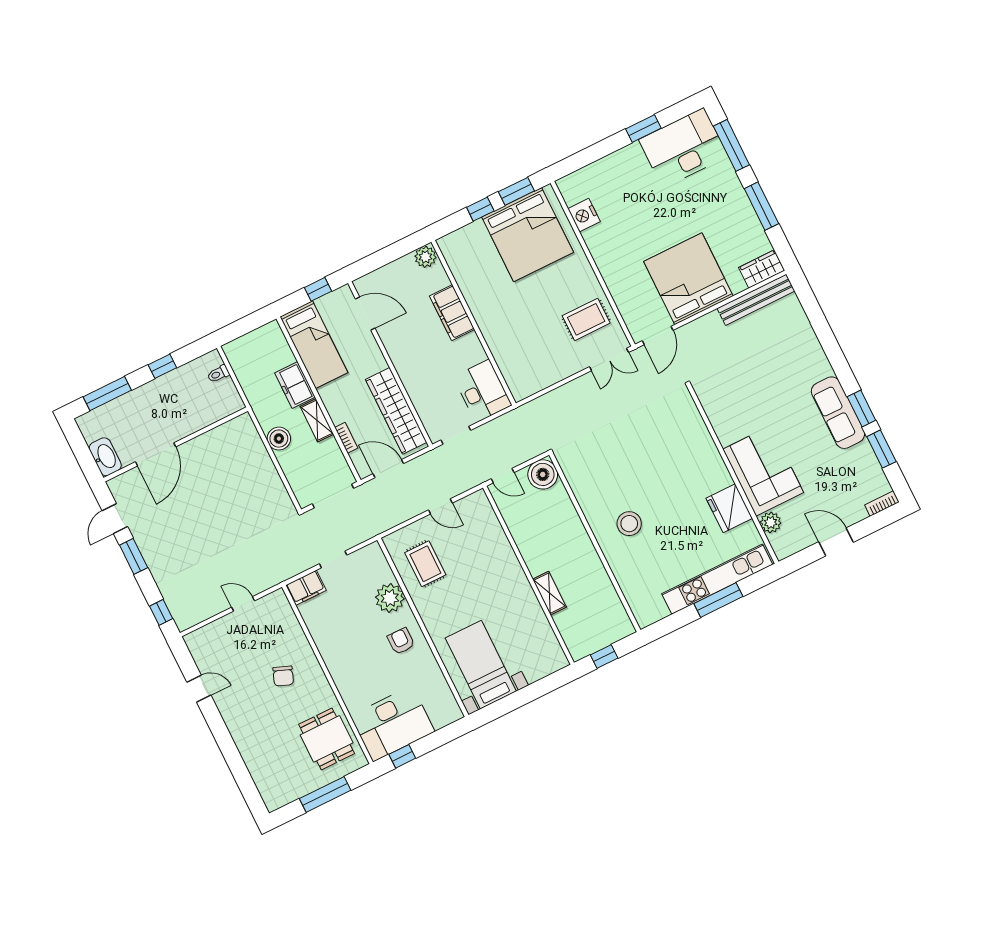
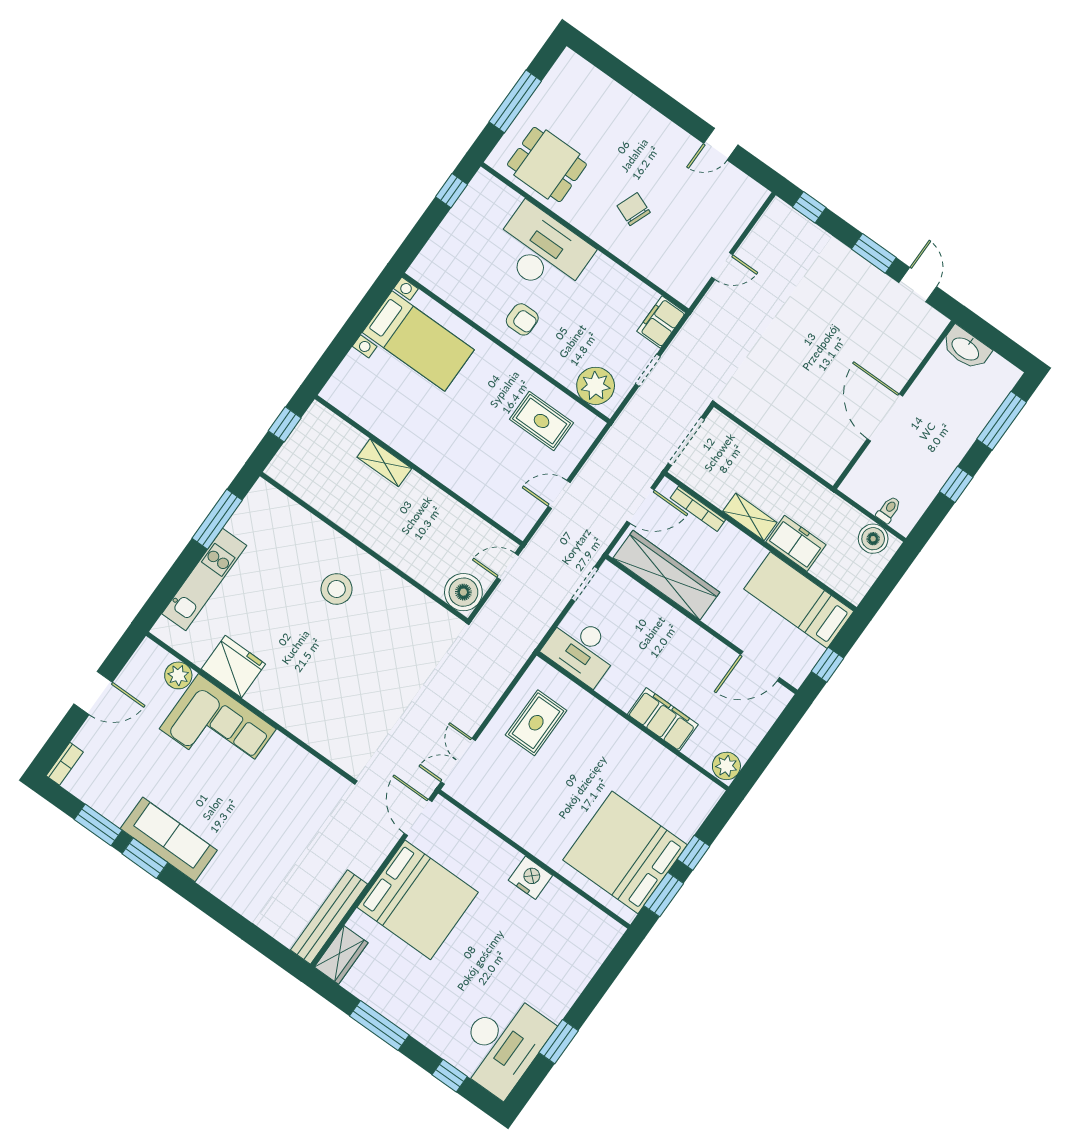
window: (731, 145) -> (450, 1076), width x0.46
nightstand: (584, 215) -> (530, 878), moved
rug: (586, 319) -> (536, 723), moved
bookcase: (346, 438) -> (698, 509), width x1.56
boiler: (279, 439) -> (873, 539), moved
door: (156, 454) -> (885, 417), moved
kitchen unit: (717, 579) -> (204, 580), width x0.73
plant: (390, 598) -> (596, 386), moved
window: (718, 600) -> (217, 519), moved
desk: (393, 724) -> (542, 251), moved, turned 90

